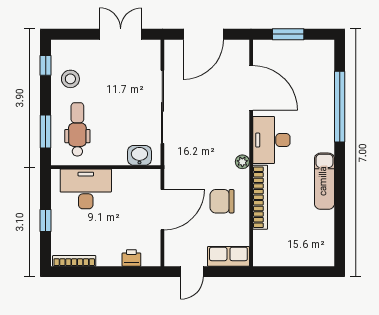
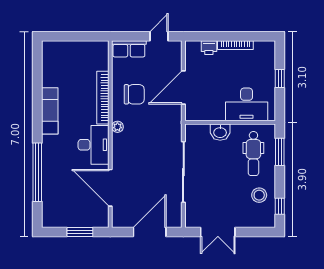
washbasin: (139, 155) -> (220, 132), moved
bookcase: (74, 261) -> (235, 45), moved

